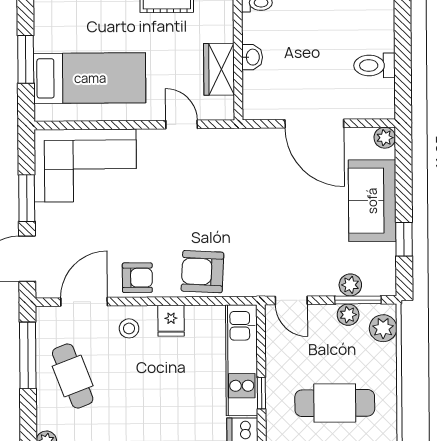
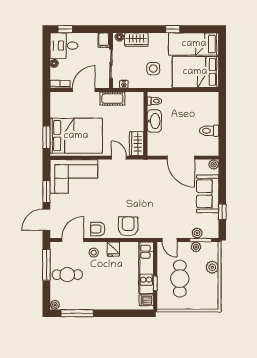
washbasin: (252, 57) -> (154, 121), width x1.91, depth x1.45
window: (26, 59) -> (46, 137), moved
wardrobe: (219, 69) -> (137, 144), moved
bed: (90, 78) -> (76, 136), width x1.50
armchair: (202, 272) -> (128, 226), turned 87
armchair: (137, 278) -> (98, 229), turned 180
plant: (383, 328) -> (212, 267), moved
cafe table: (73, 376) -> (67, 275), turned -69
cafe table: (335, 403) -> (180, 279), moved, turned 90

